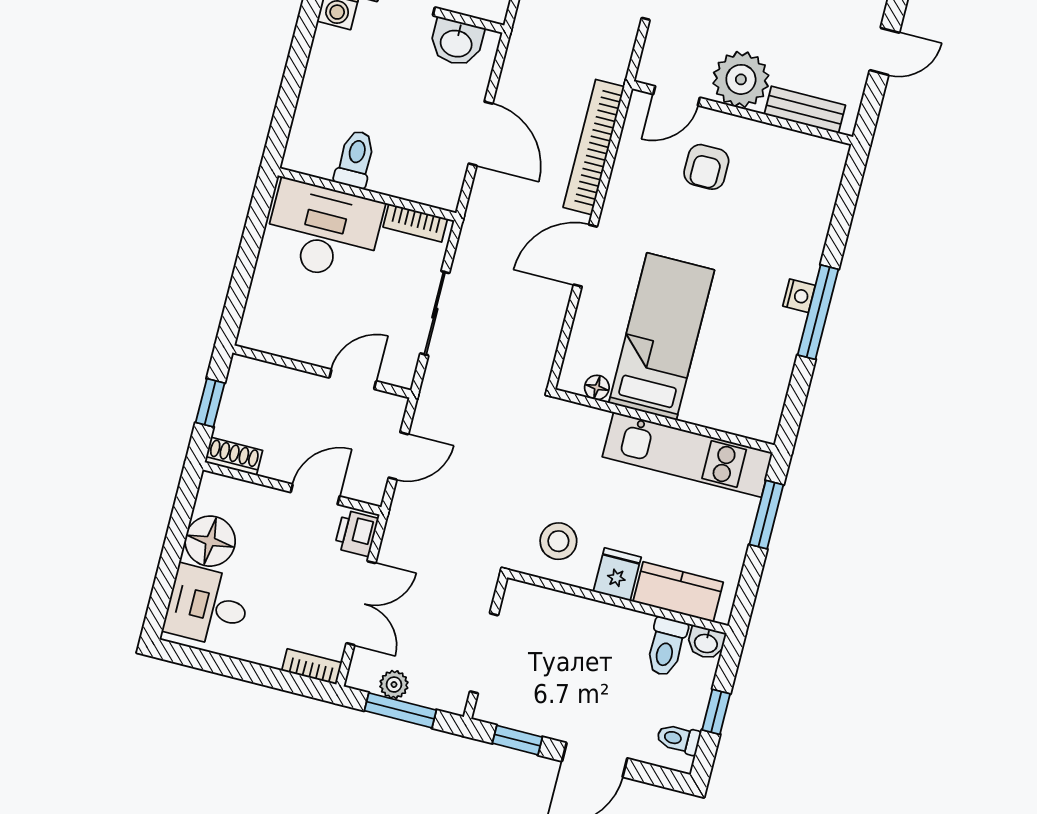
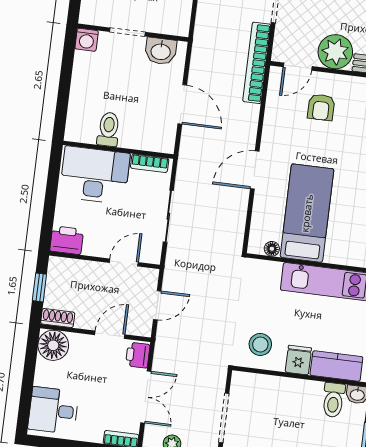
bookcase: (594, 147) -> (257, 63), moved
printer: (264, 331) -> (67, 240), added
floor lamp: (210, 541) -> (53, 345), moved

